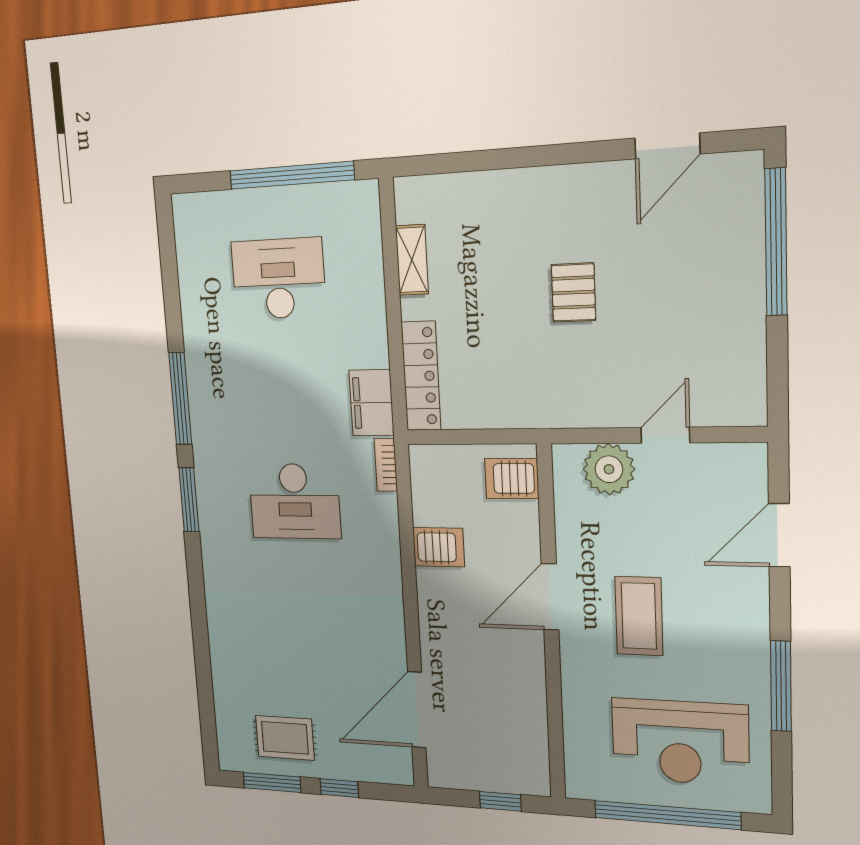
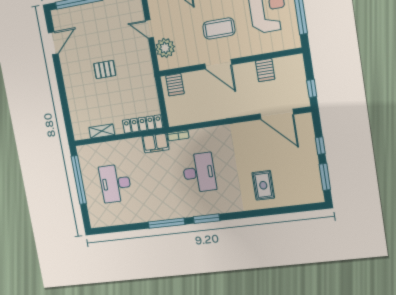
door: (667, 146) -> (53, 43), hinge flipped
server rack: (439, 547) -> (265, 70), moved, turned 180
rug: (285, 738) -> (263, 185), moved
window: (500, 801) -> (312, 88), moved

